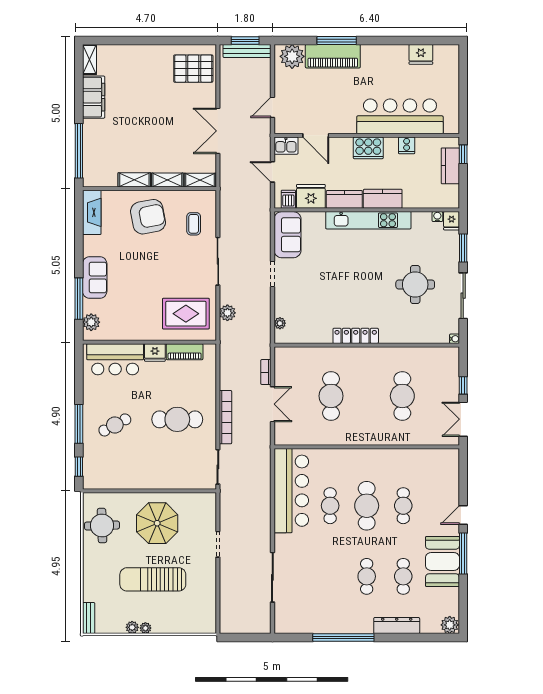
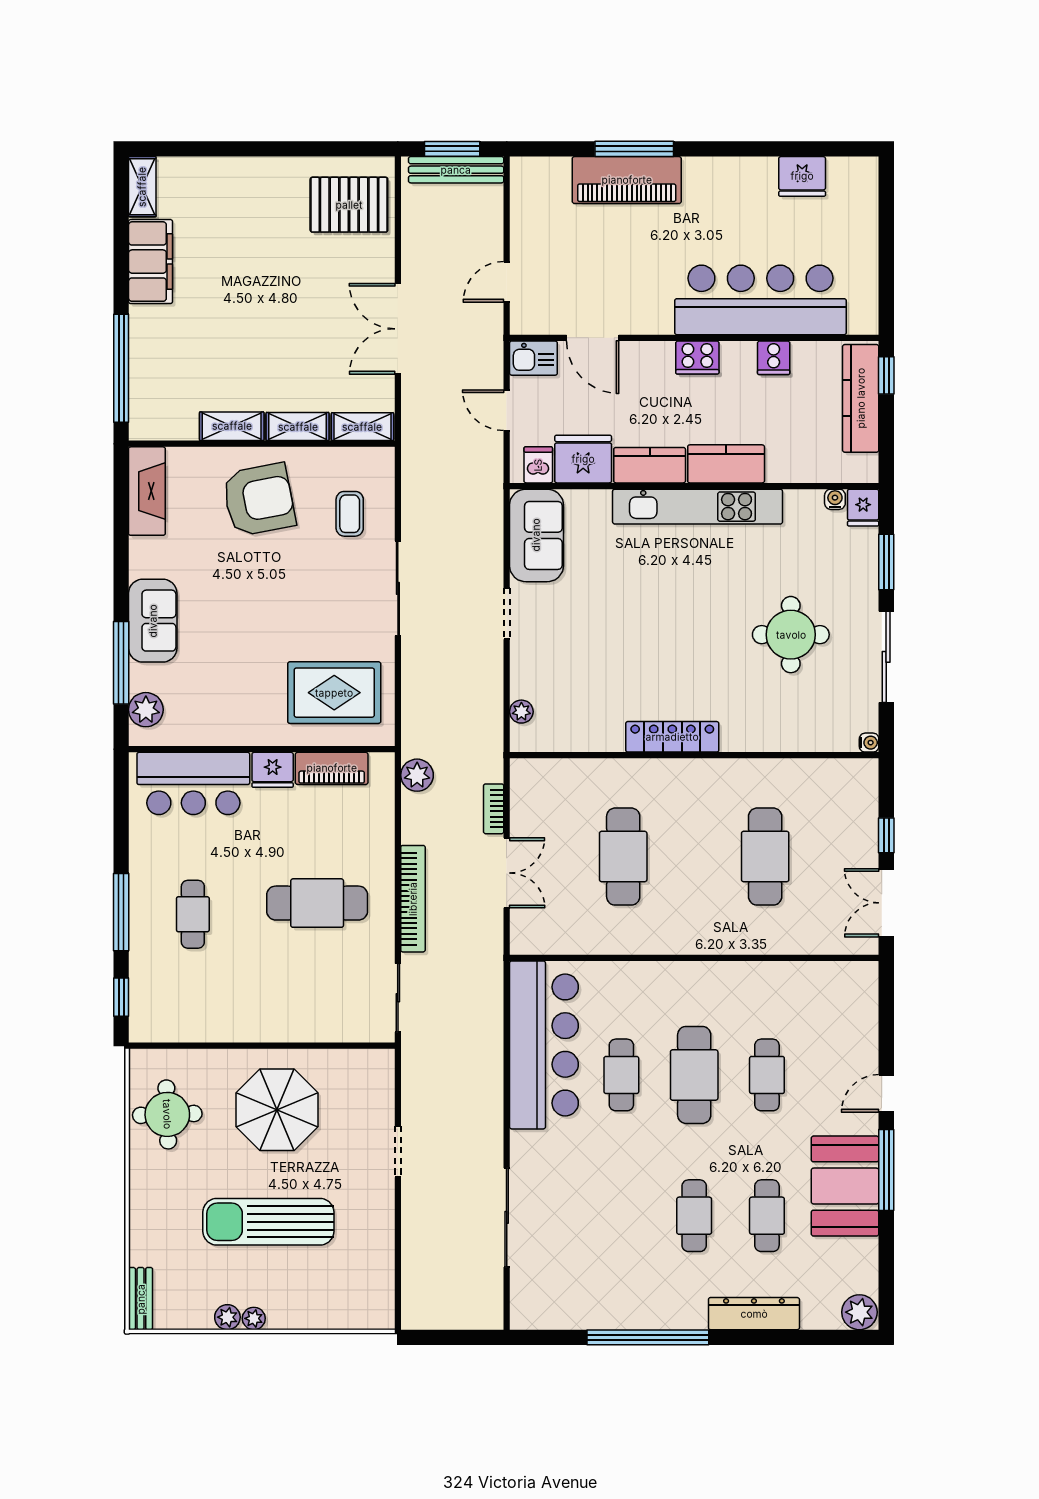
plant: (292, 56) -> (546, 181), removed
cooker: (368, 148) -> (697, 357), width x0.73, depth x0.76
kitchen counter: (450, 166) -> (861, 398), width x1.50
plant: (227, 313) -> (417, 775), moved
cafe table: (115, 425) -> (193, 914), turned -62

